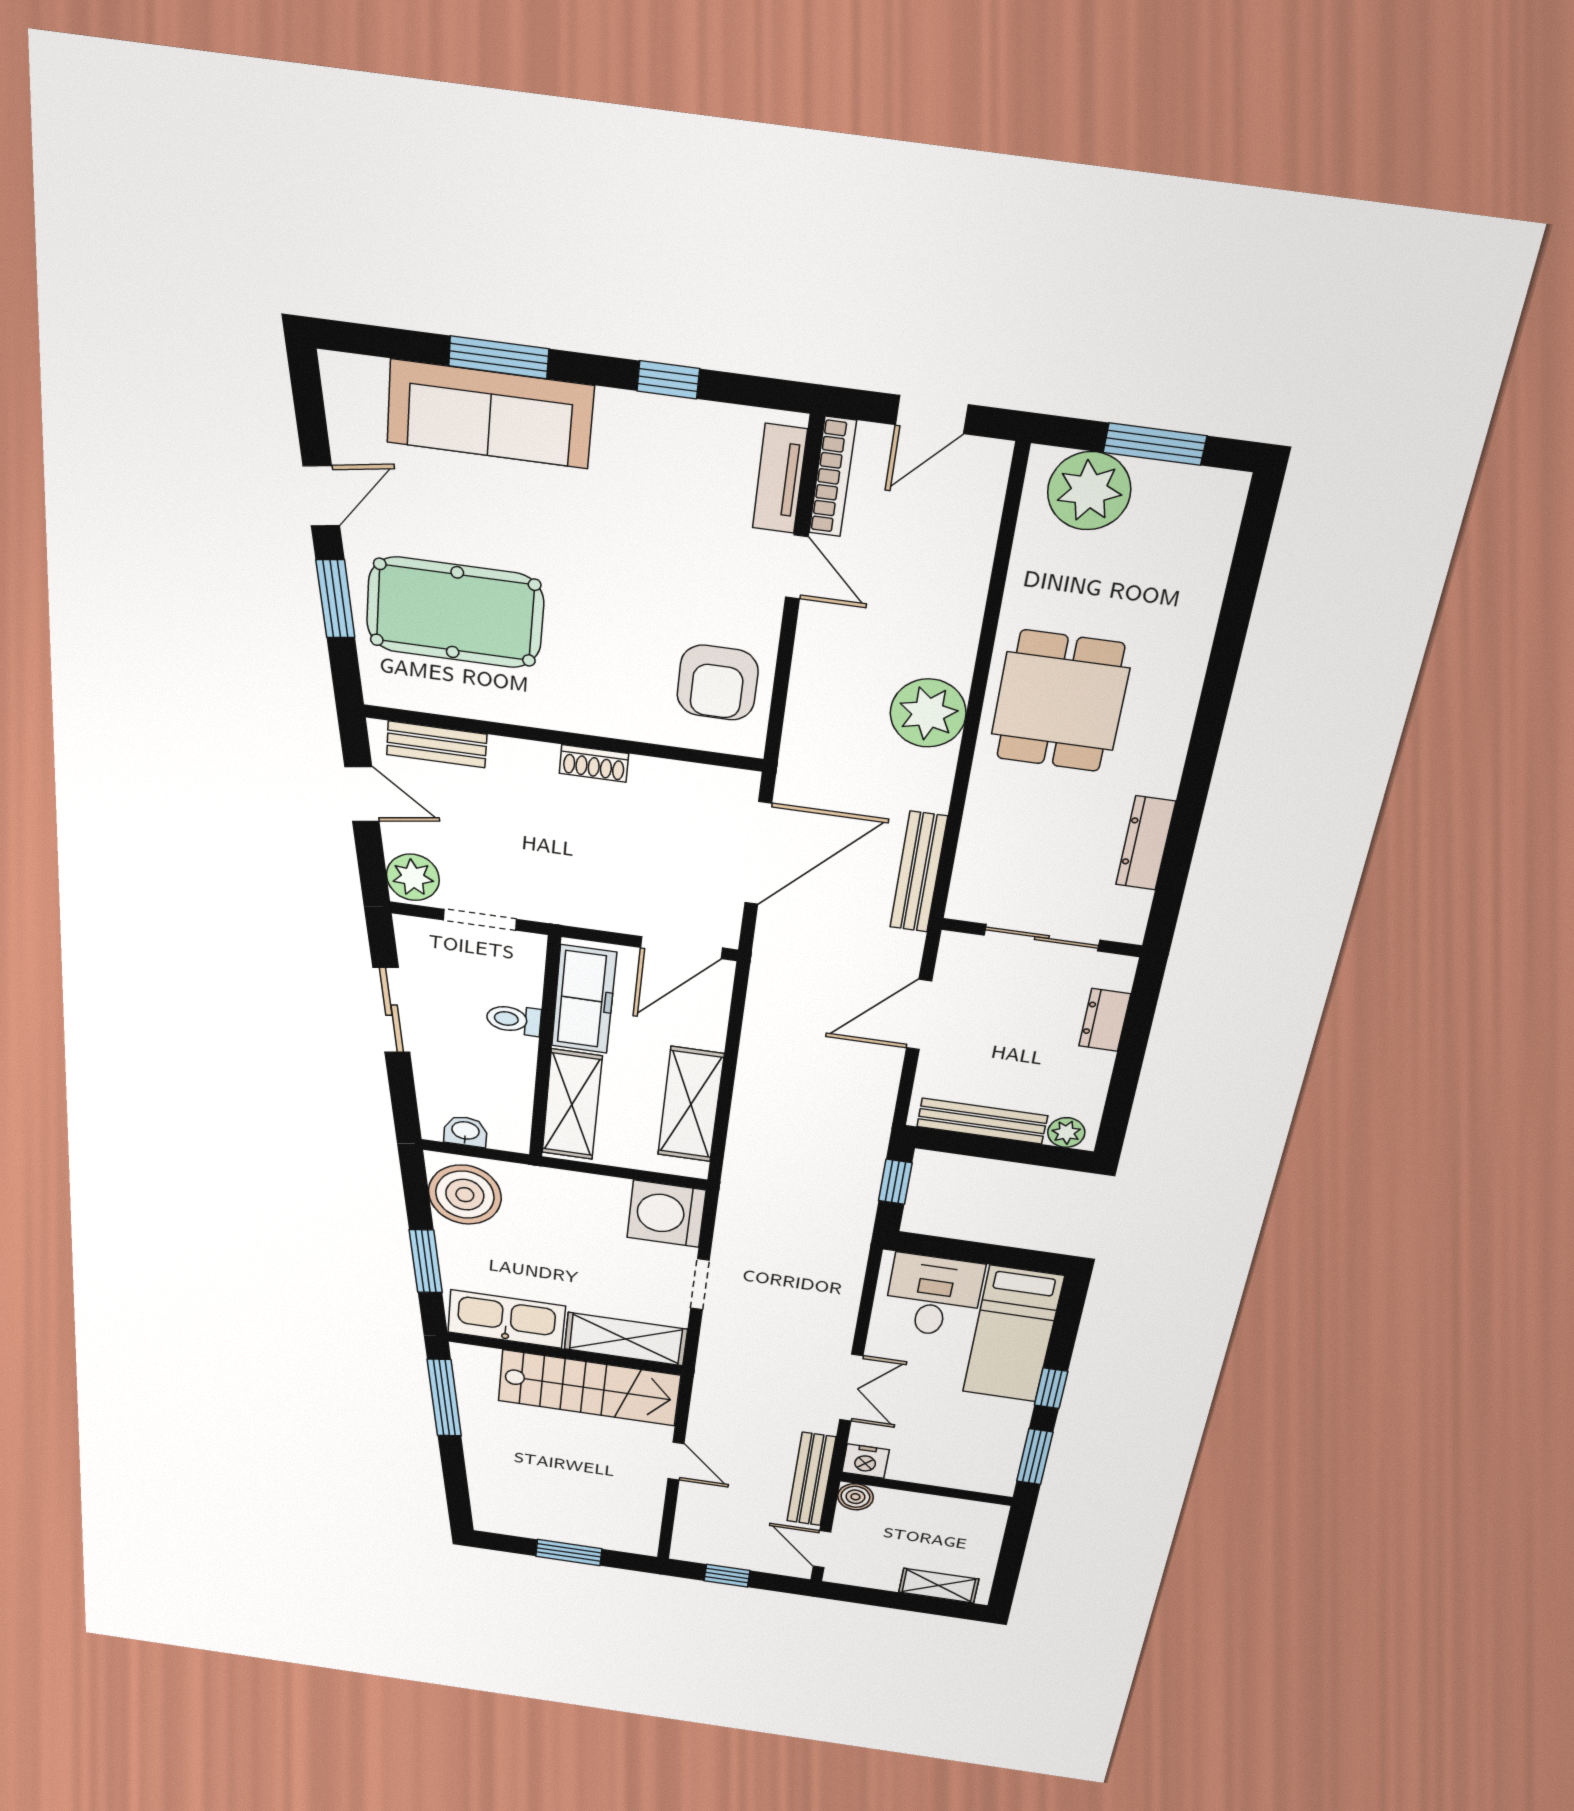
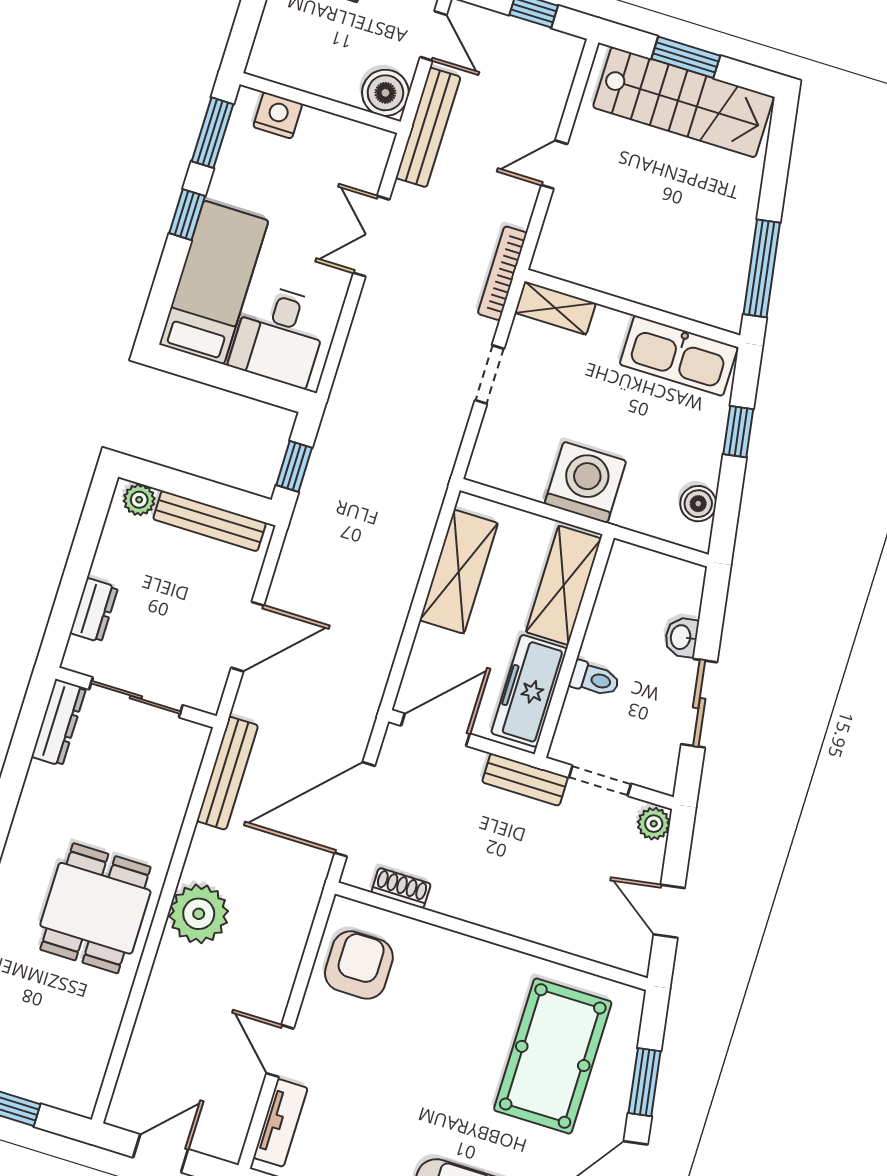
bookcase: (833, 477) -> (502, 273), moved
plant: (1089, 491) -> (54, 1076), removed
pool table: (455, 612) -> (553, 1056), turned 90
bench: (437, 744) -> (525, 780), moved
shoe rack: (594, 763) -> (401, 888), moved
dresser: (1146, 843) -> (59, 722), moved
plant: (413, 877) -> (654, 824), width x0.73, depth x0.73
washbasin: (465, 1131) -> (681, 637), moved, turned 81
boiler: (465, 1195) -> (698, 504), width x0.54, depth x0.54
washing machine: (666, 1214) -> (585, 482), moved, turned -90
window: (426, 1261) -> (738, 432), width x0.67
shelving: (626, 1339) -> (555, 308), width x0.67, depth x0.75
stairs: (589, 1388) -> (683, 102), moved, turned 180
door: (676, 1461) -> (554, 165), hinge flipped
nightstand: (866, 1461) -> (278, 115), moved
boiler: (855, 1497) -> (385, 93), width x1.36, depth x1.36

